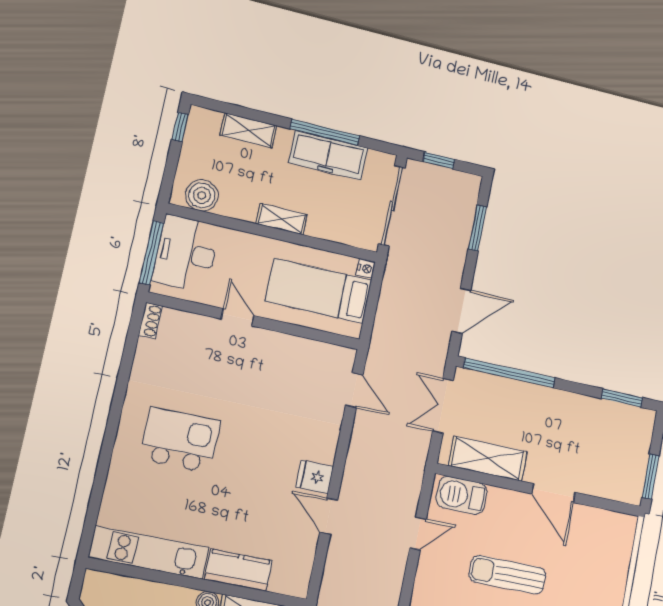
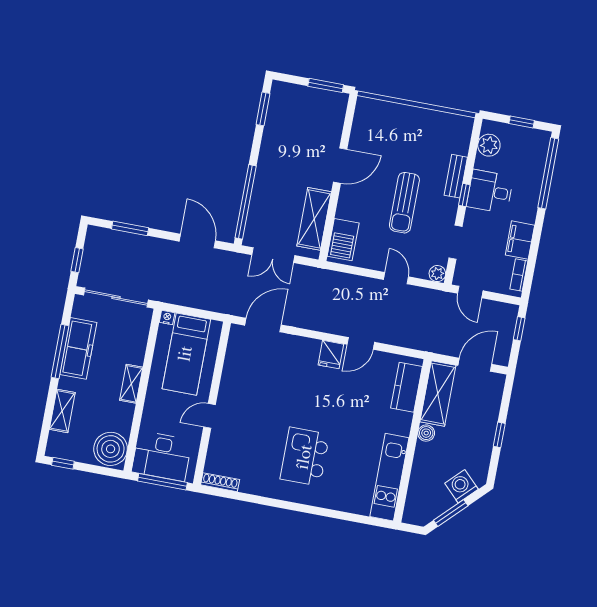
boiler: (202, 195) -> (111, 449), width x1.37, depth x1.37
shoe rack: (150, 320) -> (220, 482), width x1.43
door: (354, 390) -> (263, 325), width x1.38
door: (418, 533) -> (396, 278), moved
kitchen counter: (238, 570) -> (406, 387), moved

